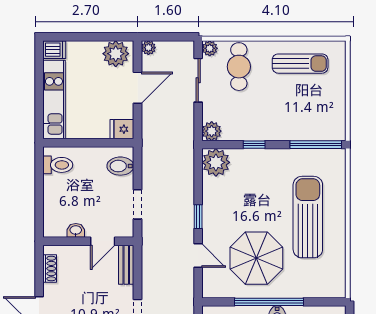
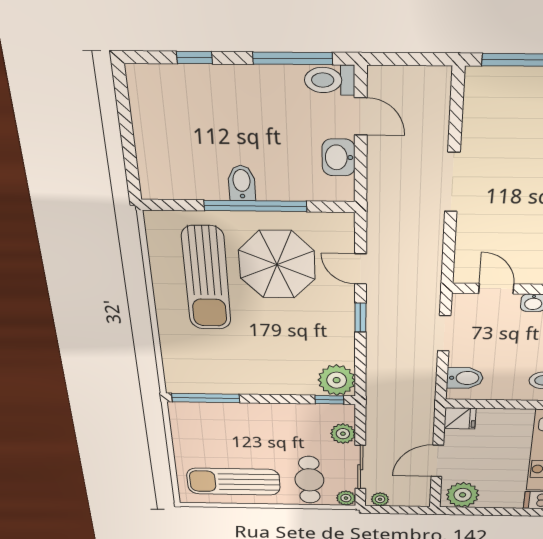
plant: (148, 48) -> (380, 499), moved
sun lounger: (300, 64) -> (233, 482), width x1.36, depth x1.34
plant: (212, 131) -> (343, 434), moved
window: (254, 145) -> (329, 400), moved
sun lounger: (308, 217) -> (207, 279), moved
door: (103, 241) -> (496, 289), hinge flipped
bench: (126, 265) -> (465, 258), removed

